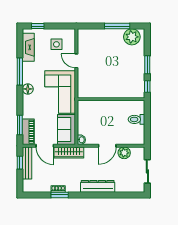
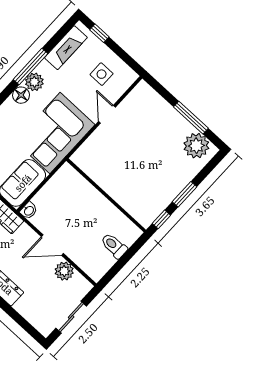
plant: (28, 77) -> (34, 82), added

